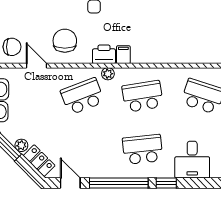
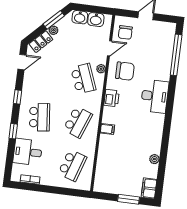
filing cabinet: (123, 55) -> (107, 129), moved
plant: (108, 74) -> (101, 69), moved
school desk: (143, 96) -> (78, 122), turned 30
window: (119, 183) -> (18, 97), width x0.32

